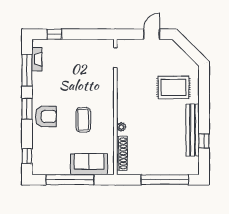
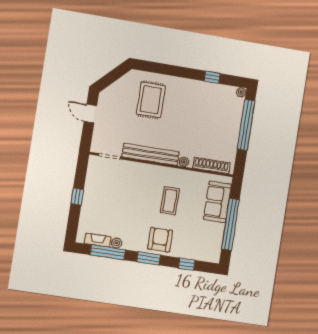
window: (54, 34) -> (77, 197), moved
plant: (37, 77) -> (117, 243), added
coffee table: (83, 120) -> (170, 201), turned 90
bench: (193, 130) -> (151, 154), moved
window: (27, 156) -> (187, 264), moved
plant: (194, 170) -> (241, 92), added

